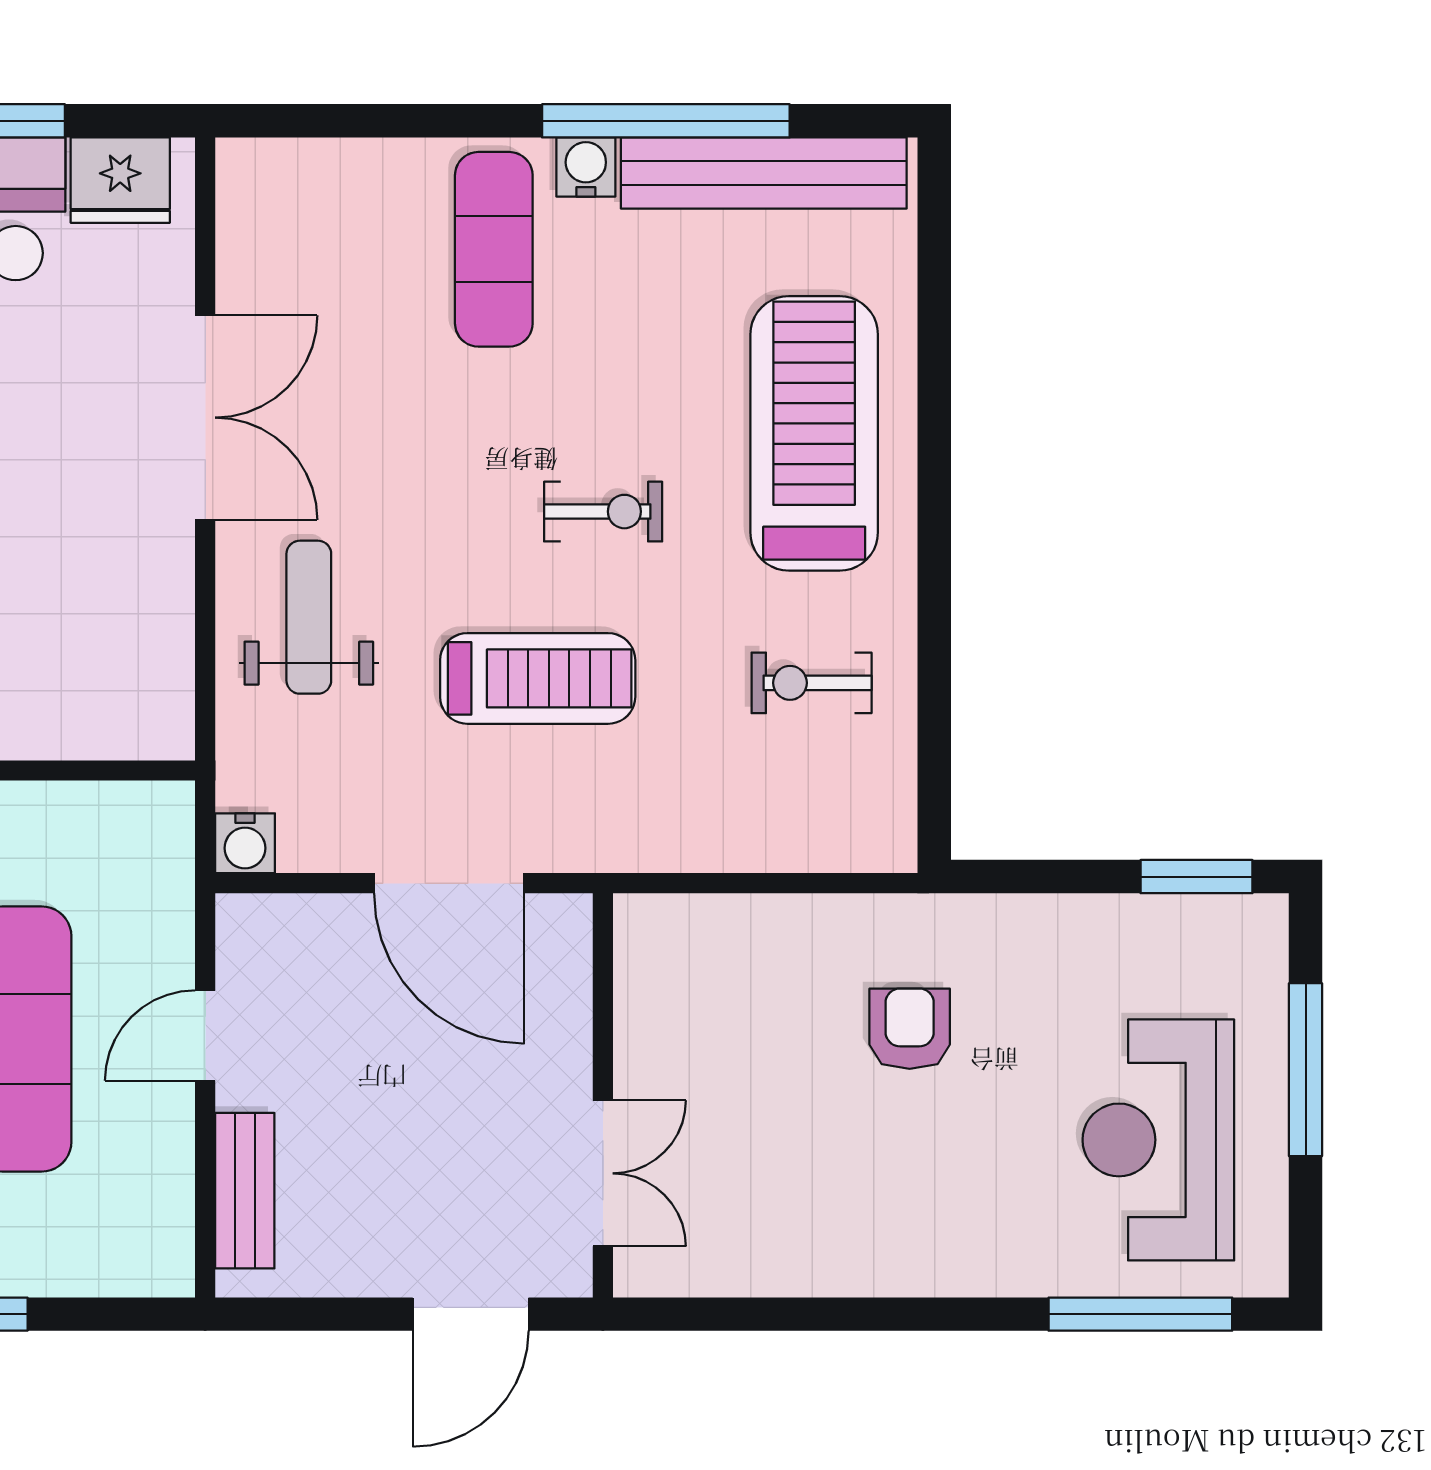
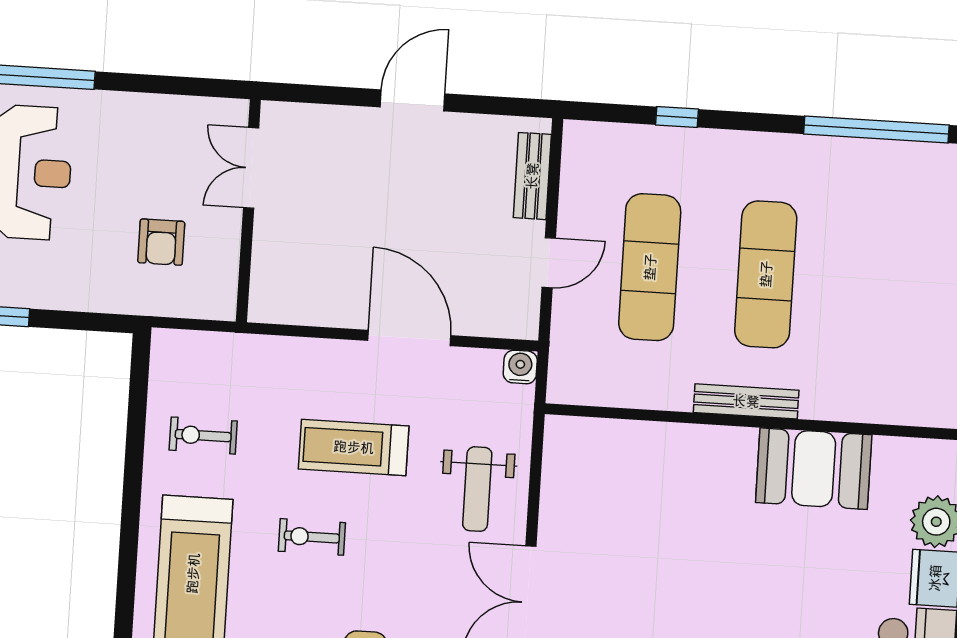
exercise bike: (812, 683) -> (203, 436), turned 180
wall: (603, 1095) -> (248, 211), moved
double door: (603, 1173) -> (251, 168), moved

